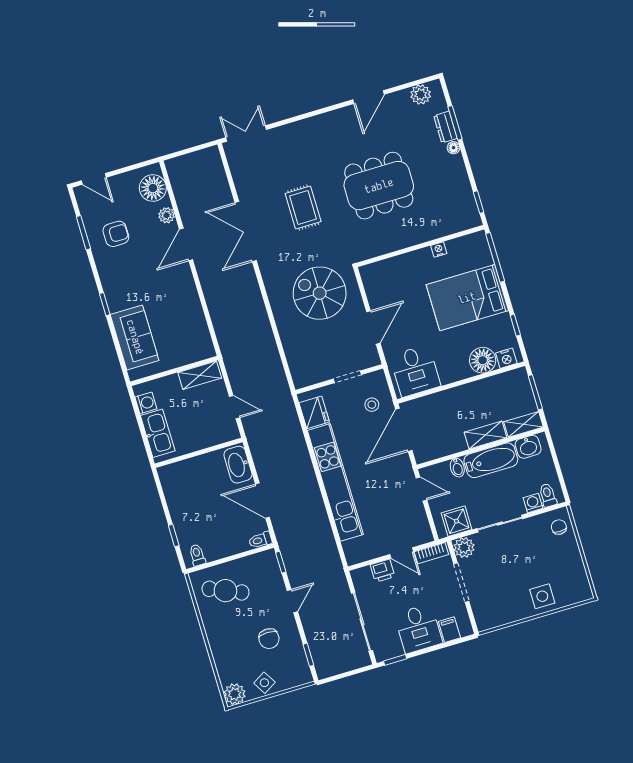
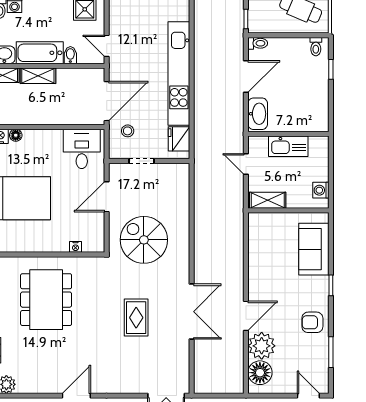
door: (368, 97) -> (76, 396), moved
dining table: (379, 186) -> (46, 300), moved, turned 90
plant: (167, 215) -> (262, 346), width x1.87, depth x1.87
armchair: (116, 234) -> (312, 322), moved
nightstand: (439, 249) -> (75, 247), moved
spiral stairs: (320, 293) -> (144, 240), turned 180
floor lamp: (483, 360) -> (16, 135), width x0.53, depth x0.53
kitchen sink: (158, 433) -> (288, 146), moved, turned -90
door: (262, 501) -> (246, 77), hinge flipped

